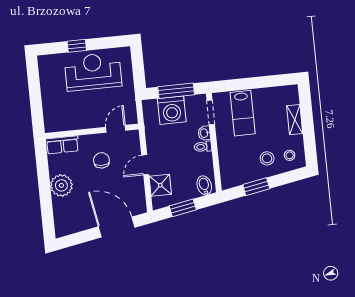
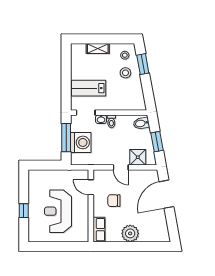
reception desk: (93, 72) -> (58, 211), moved
lab bench: (243, 113) -> (89, 88), turned 180
window: (256, 187) -> (143, 64), moved

